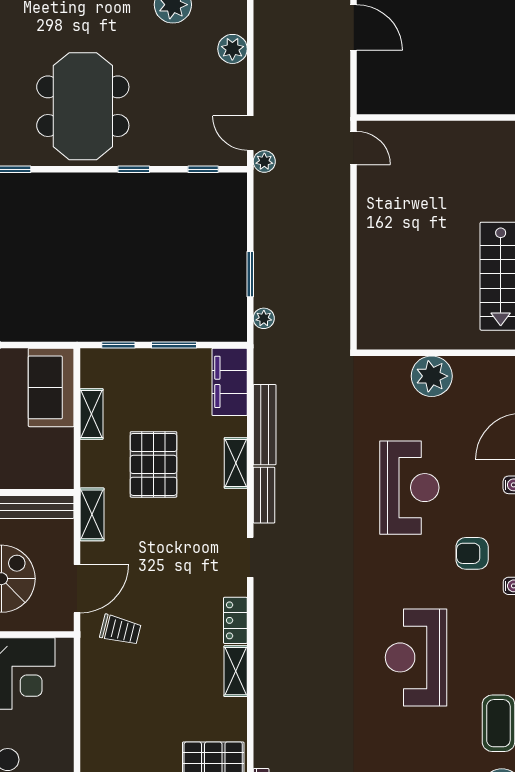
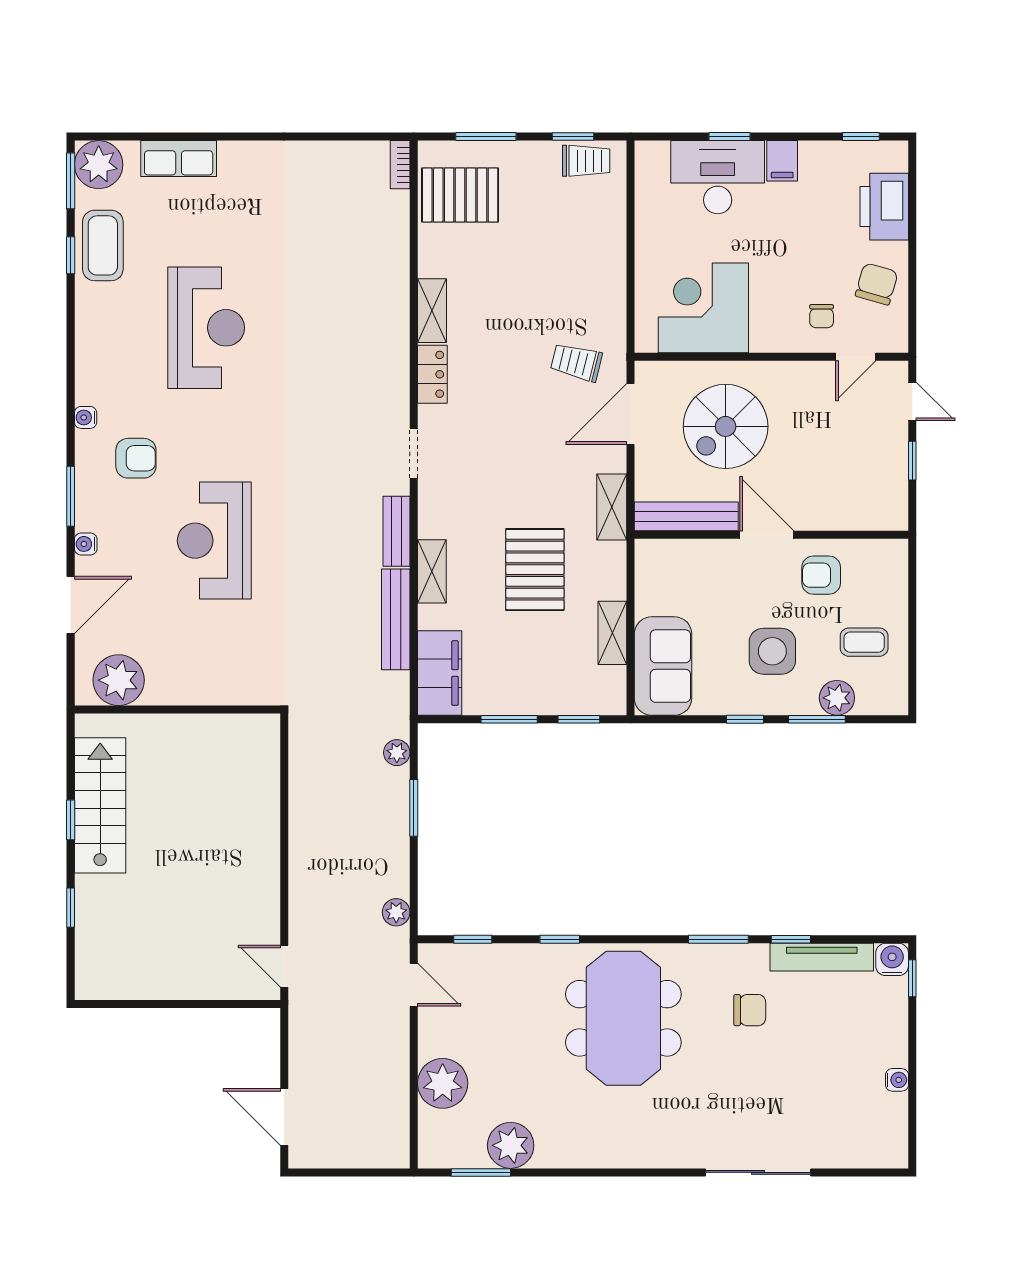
plant: (232, 49) -> (443, 1083), width x1.36, depth x1.36
plant: (264, 161) -> (396, 912), moved
plant: (432, 376) -> (119, 680), moved

